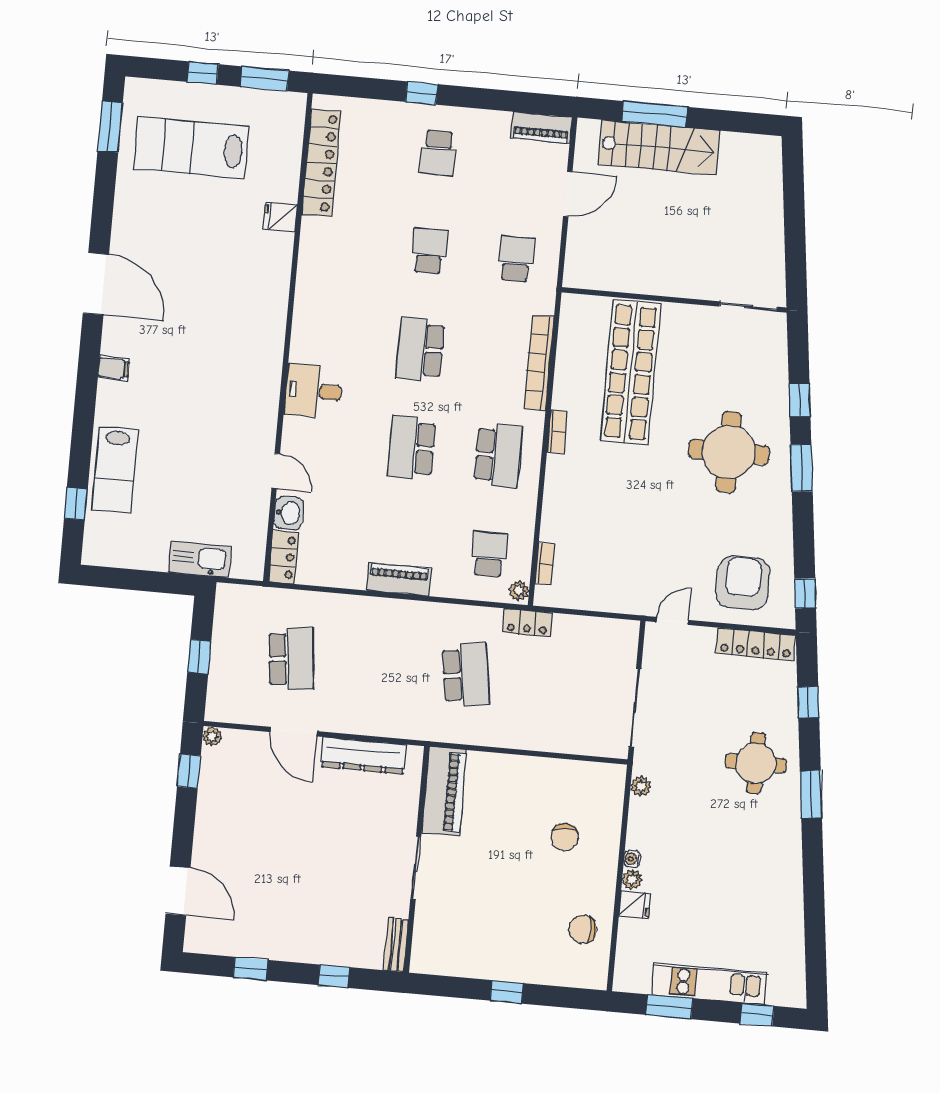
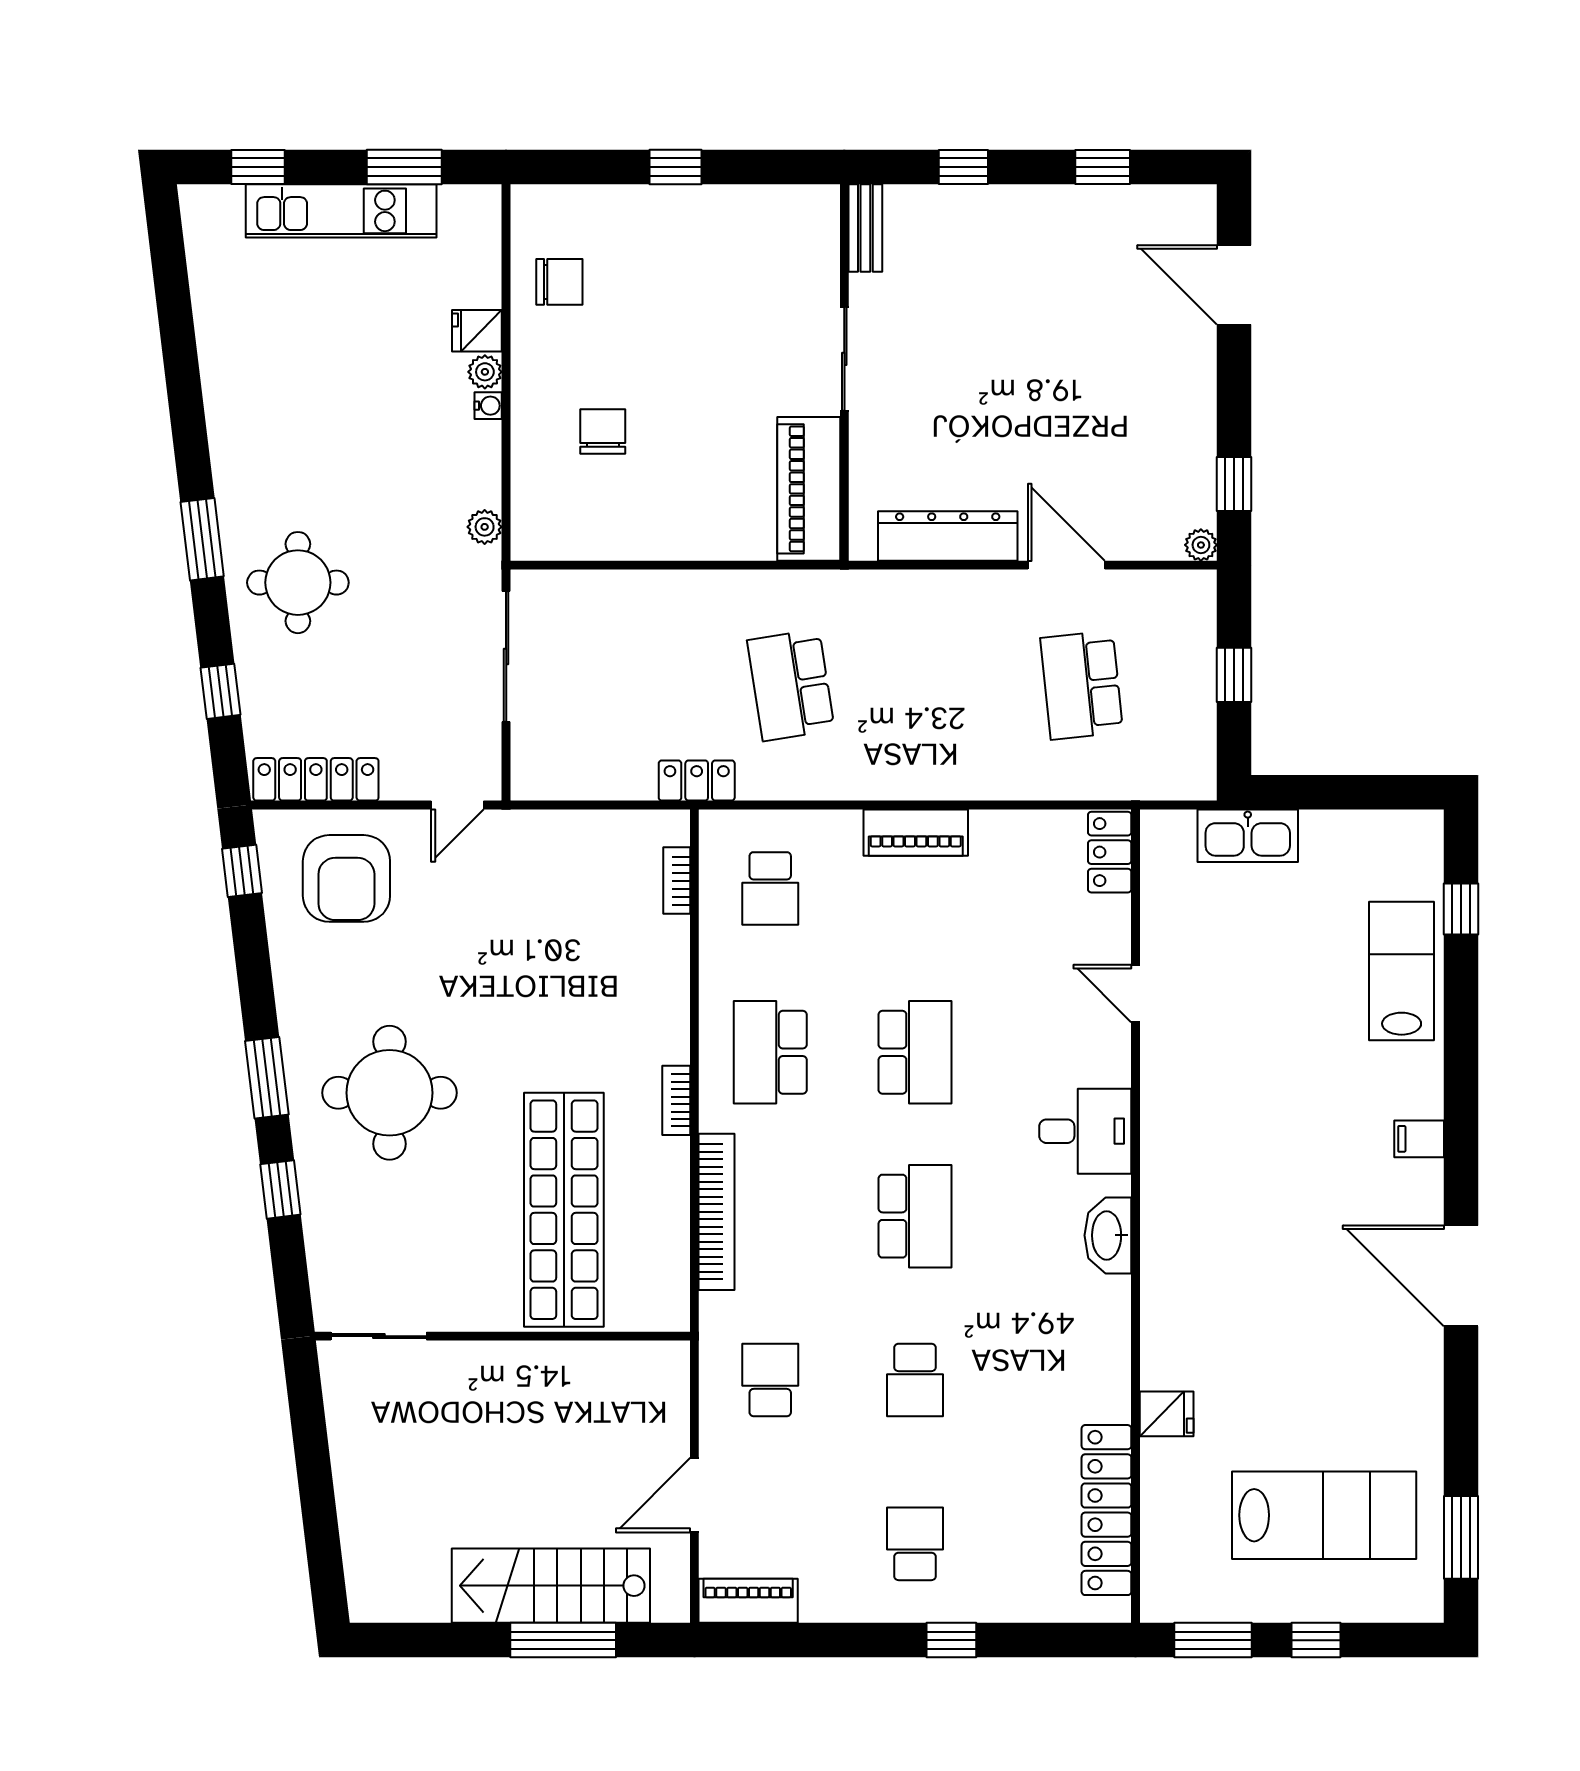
school desk: (516, 259) -> (770, 1380), turned 180
washbasin: (289, 513) -> (1108, 1235), moved, width x1.38
plant: (519, 591) -> (715, 832), removed

